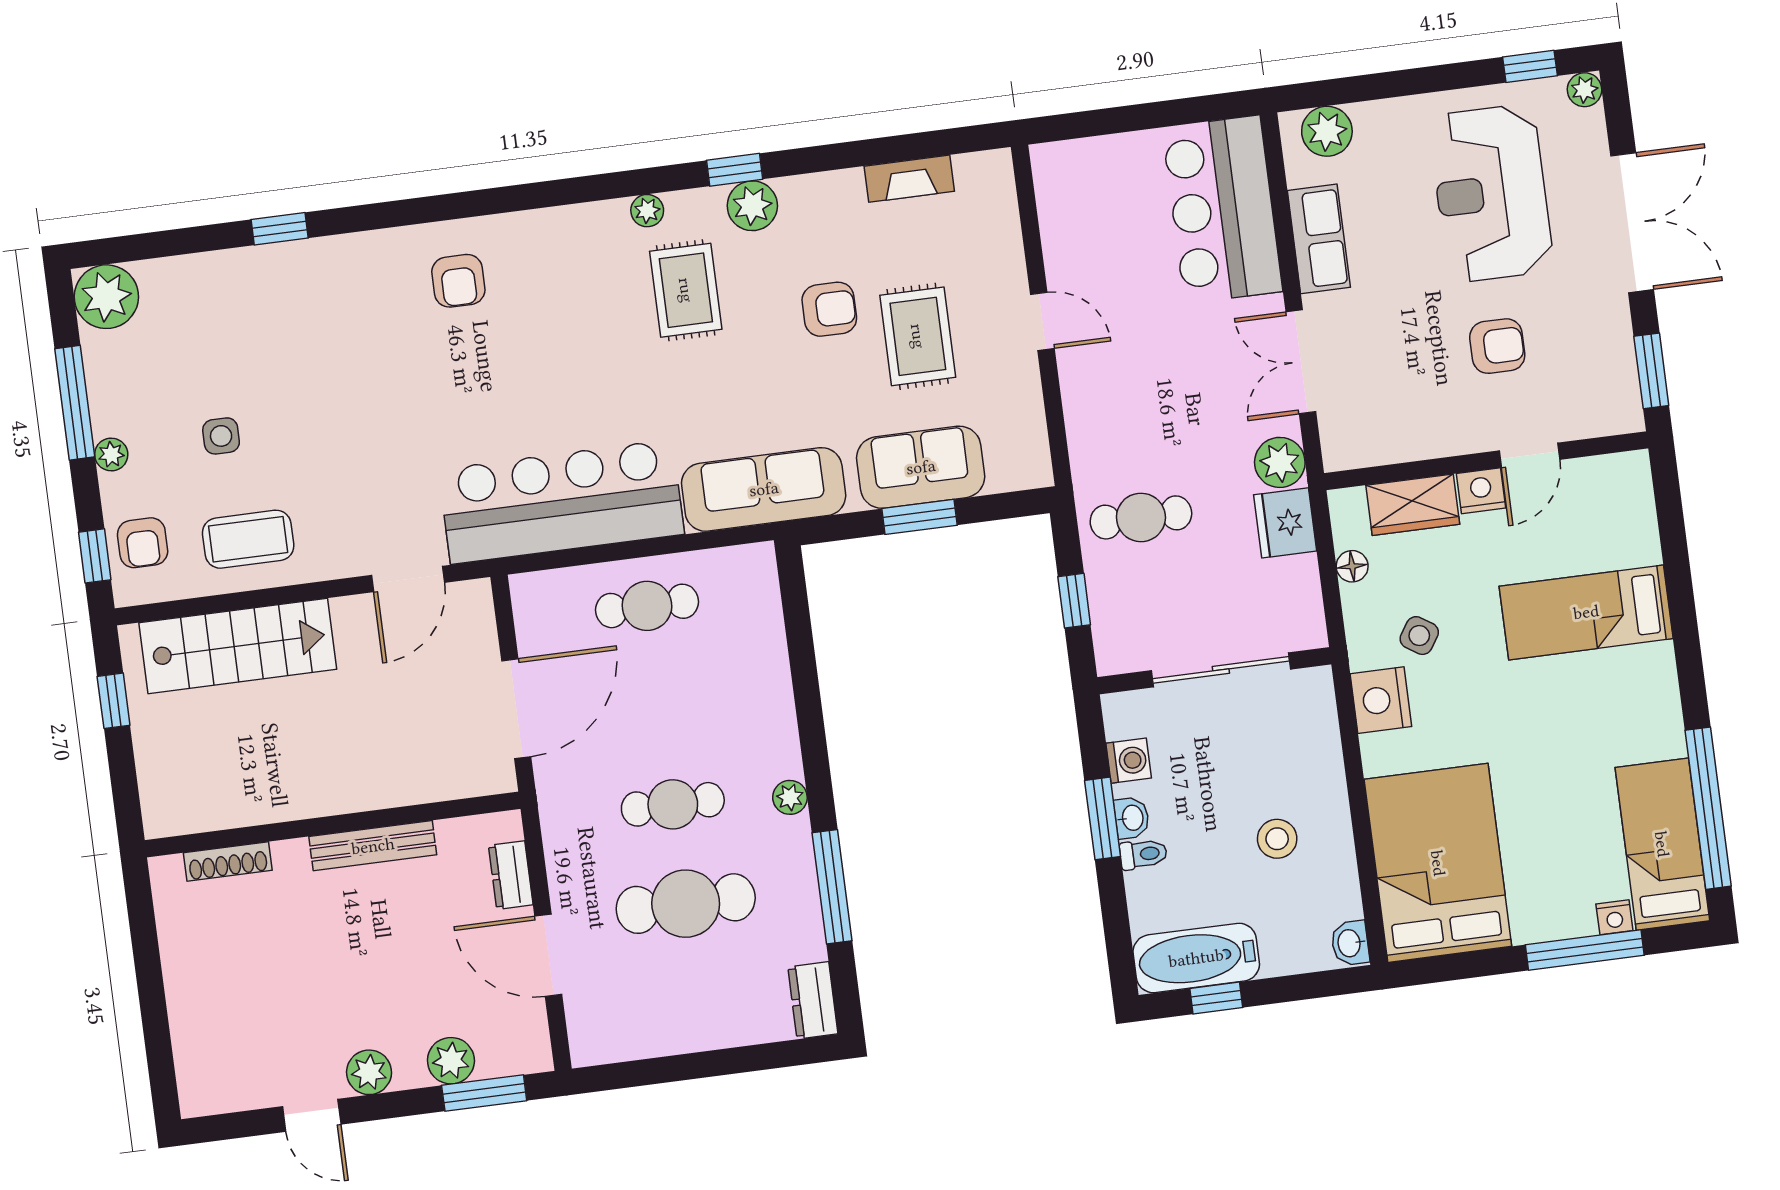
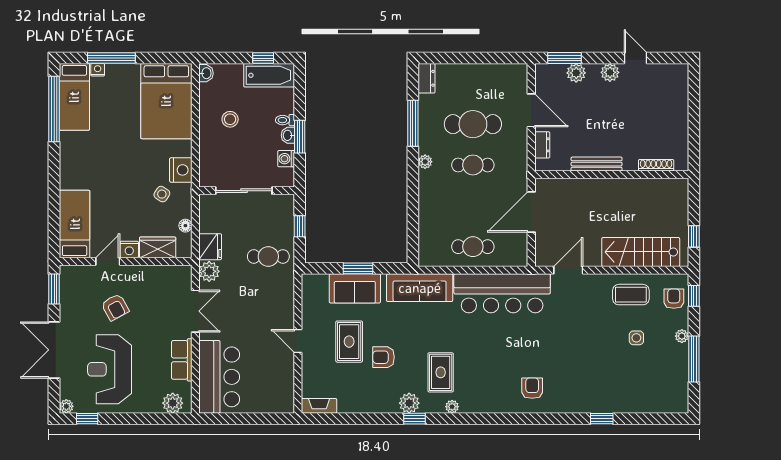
fireplace: (909, 179) -> (319, 406), moved
reception desk: (1491, 193) -> (110, 369), turned 180
plant: (106, 297) -> (675, 400), removed
armchair: (1497, 346) -> (115, 307), turned -119
bed: (1586, 612) -> (75, 224), moved, turned -90

